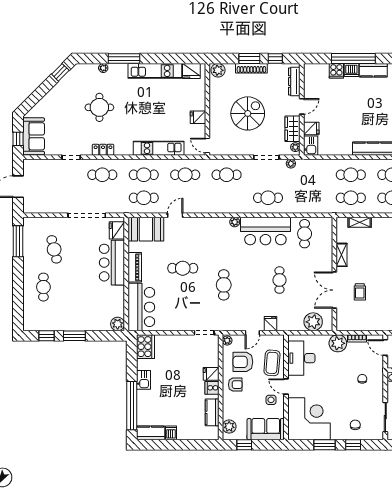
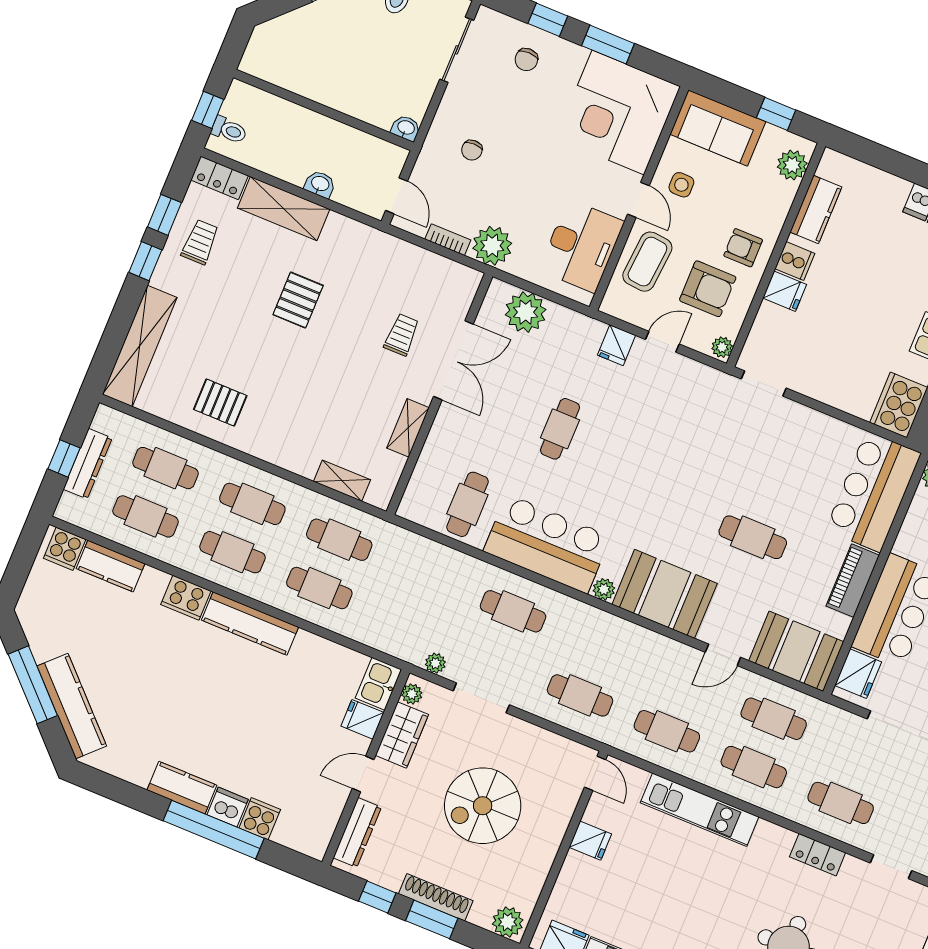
booth: (209, 230) -> (665, 594), added
cafe table: (224, 285) -> (681, 467), removed

